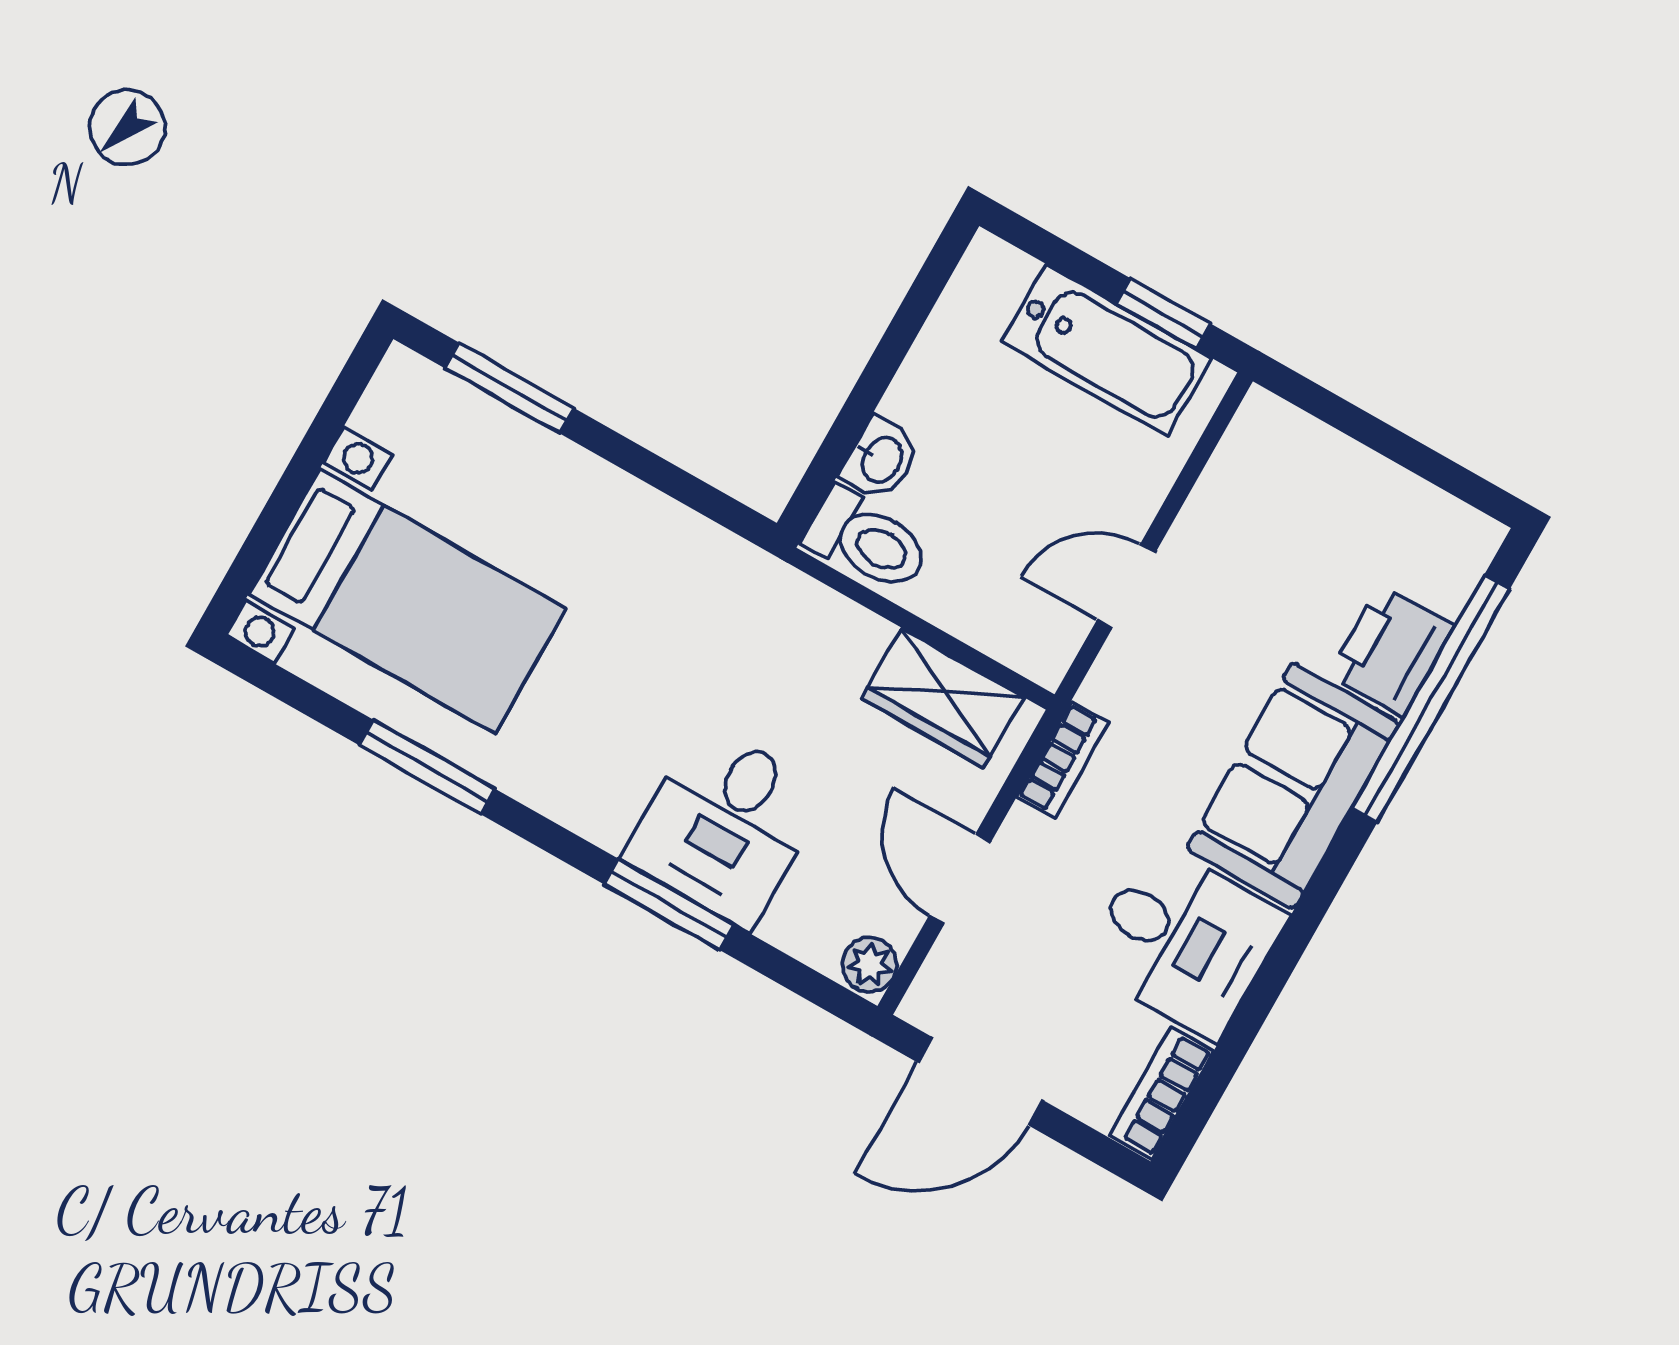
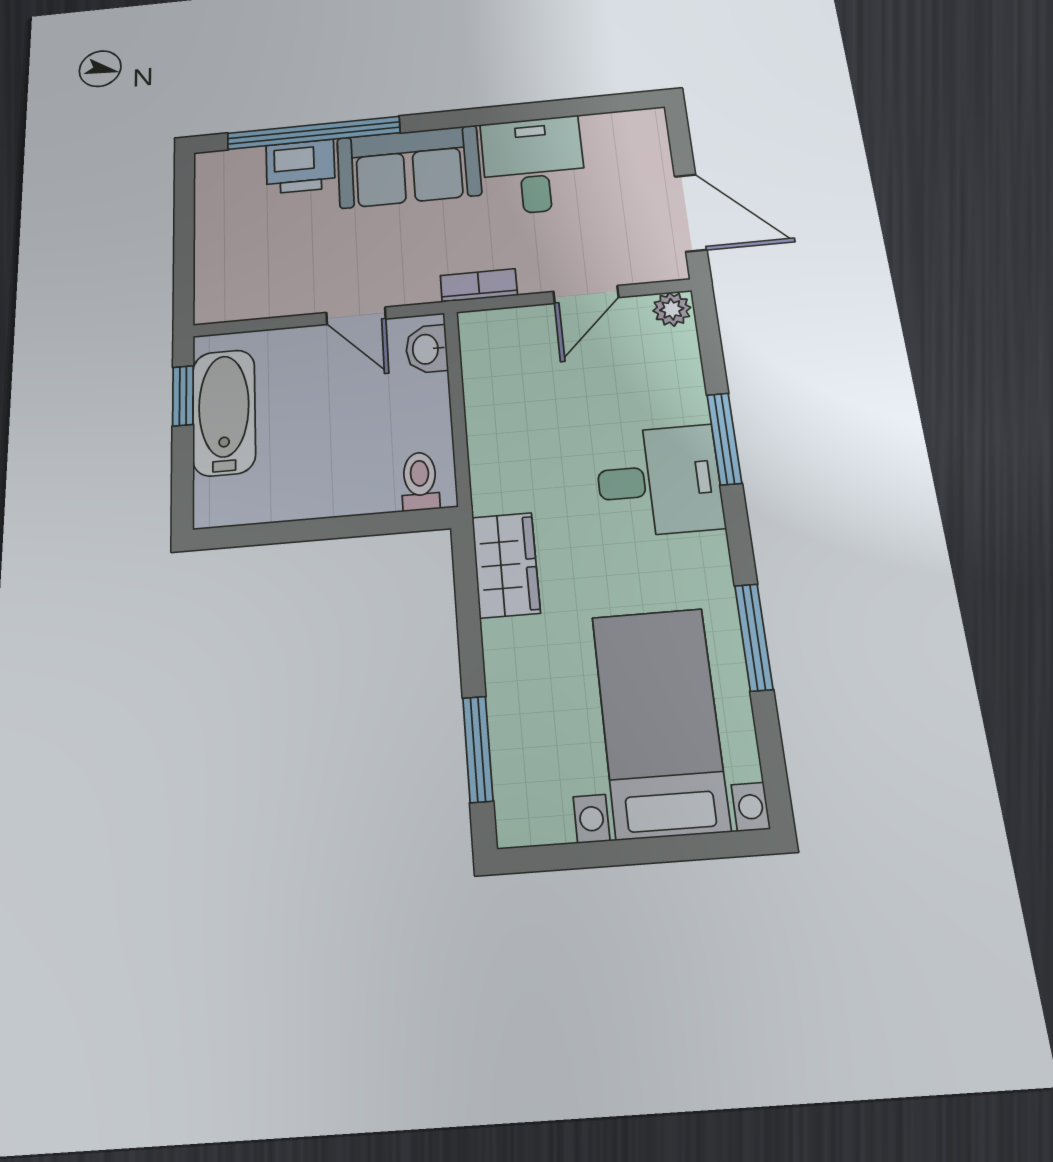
washbasin: (881, 459) -> (427, 349), moved, turned -90
toilet: (867, 541) -> (420, 481), width x0.73, depth x0.72
wardrobe: (943, 698) -> (506, 565), moved
desk: (725, 825) -> (659, 481), moved
bookcase: (1162, 1092) -> (624, 124), removed

